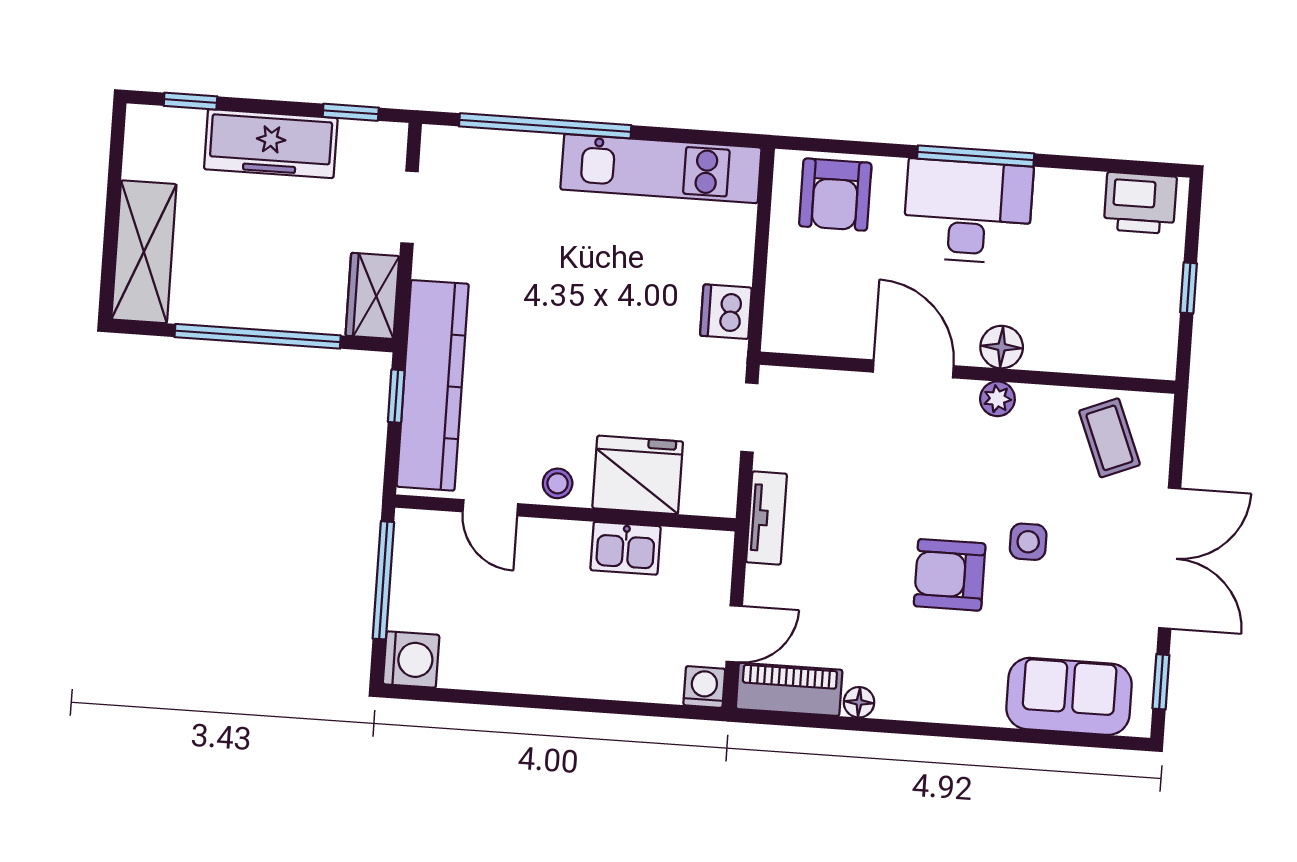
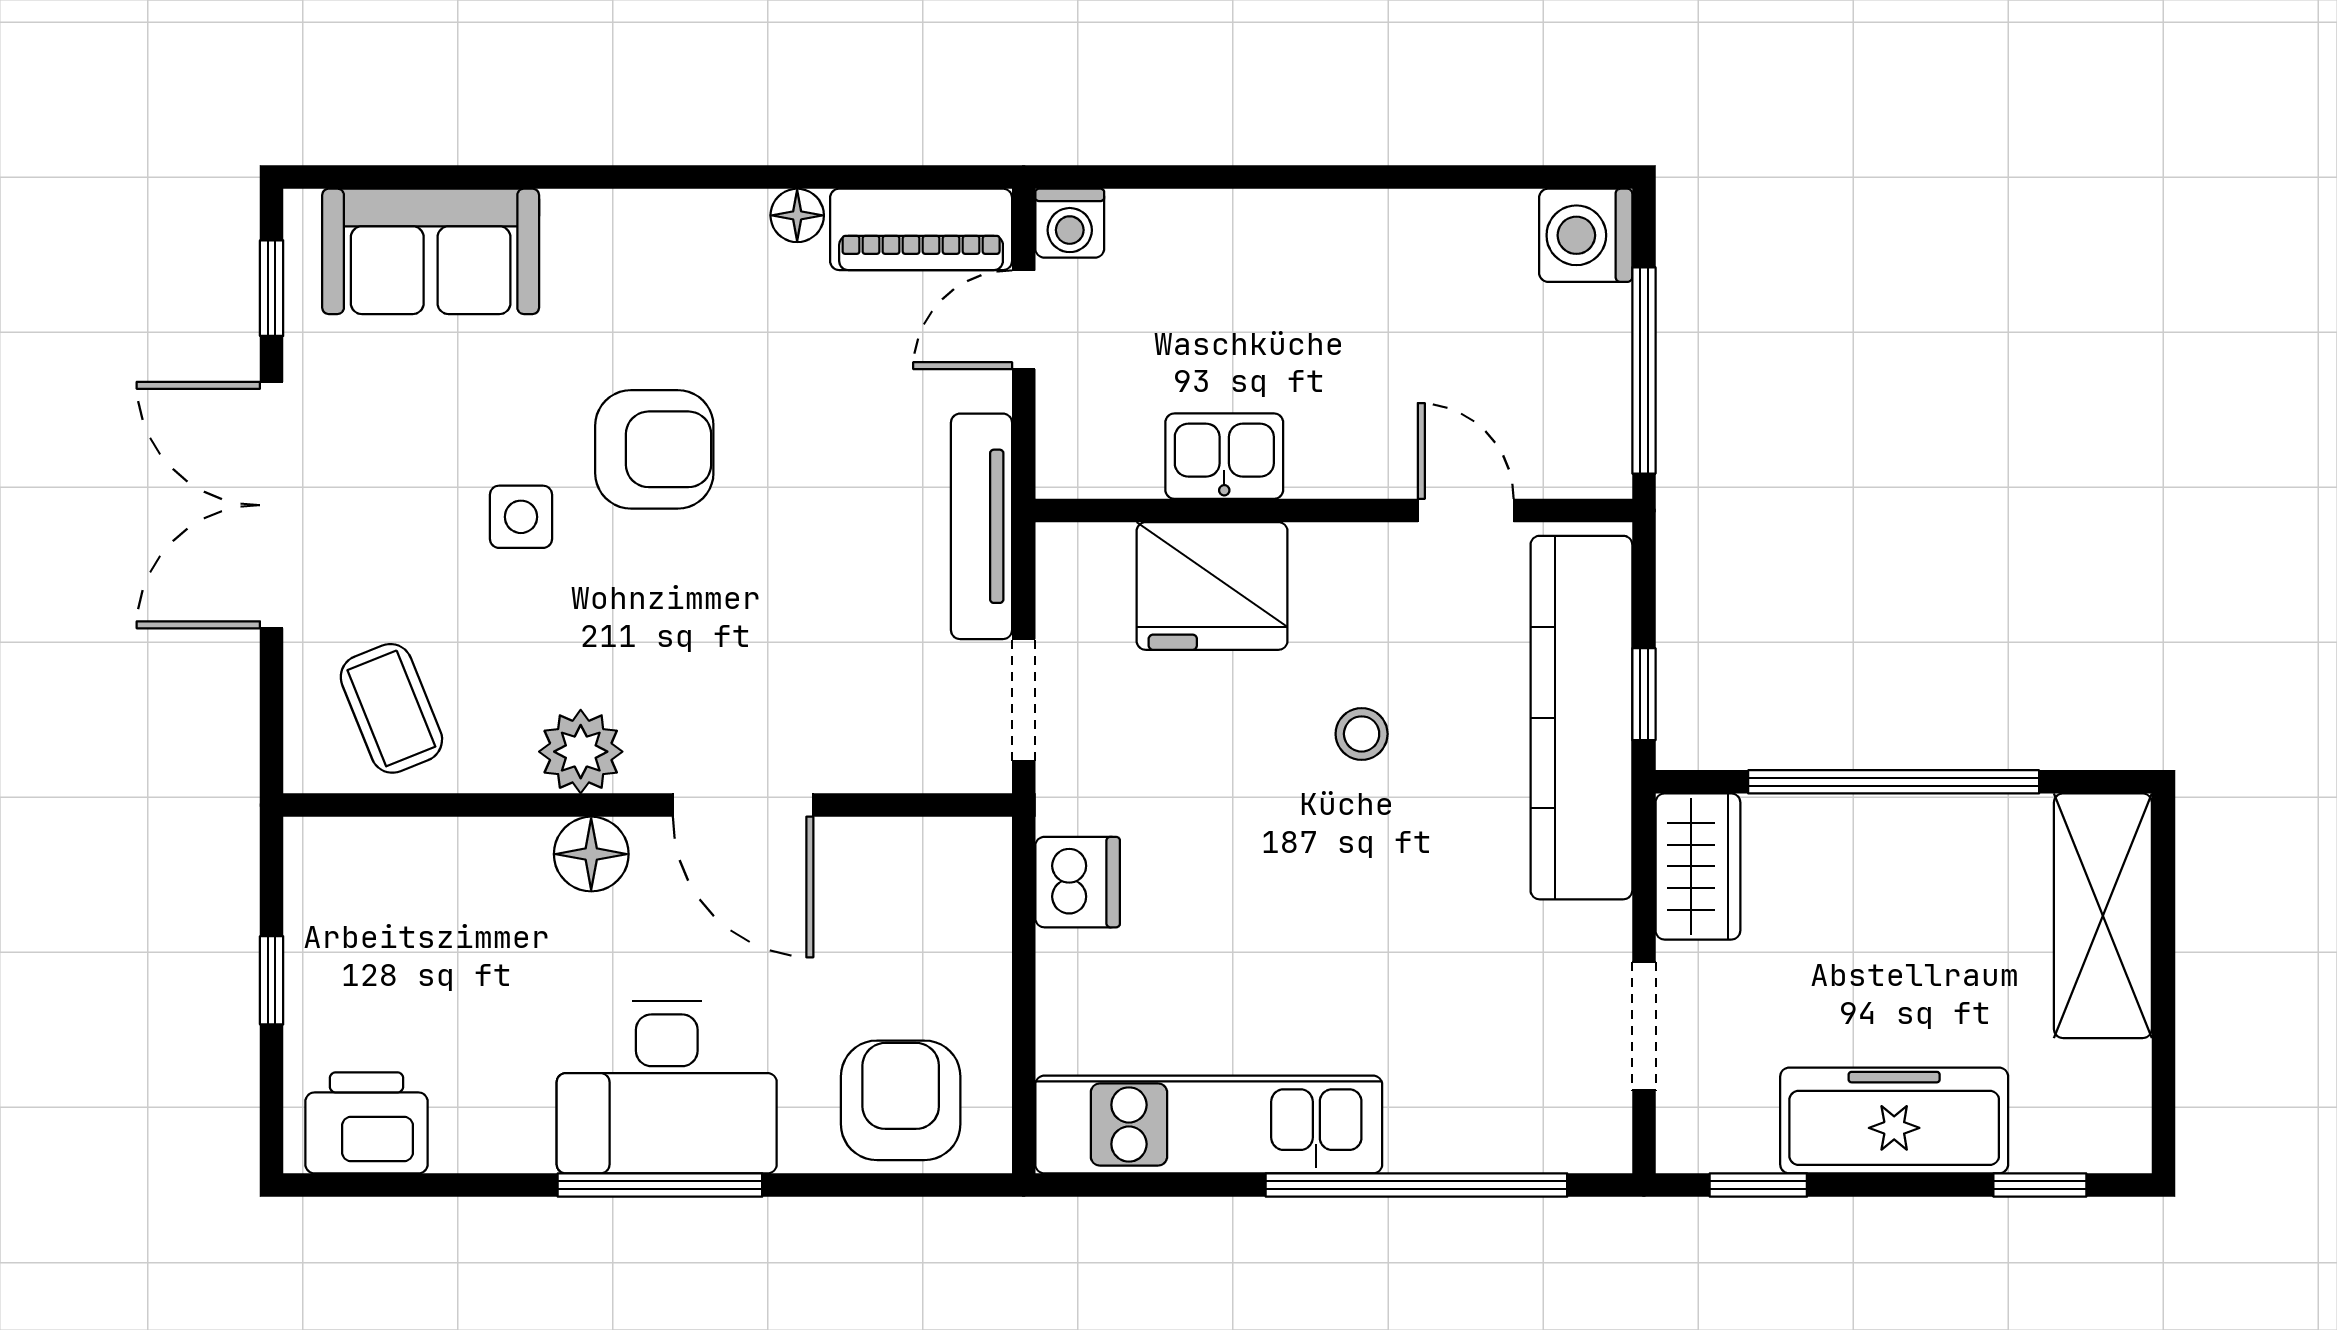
plant: (997, 399) -> (581, 752), width x1.38, depth x1.38
stool: (558, 483) -> (1362, 734), moved
tv unit: (766, 518) -> (981, 526), width x1.41

